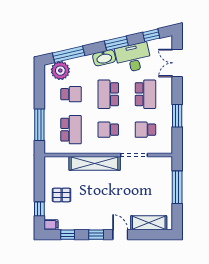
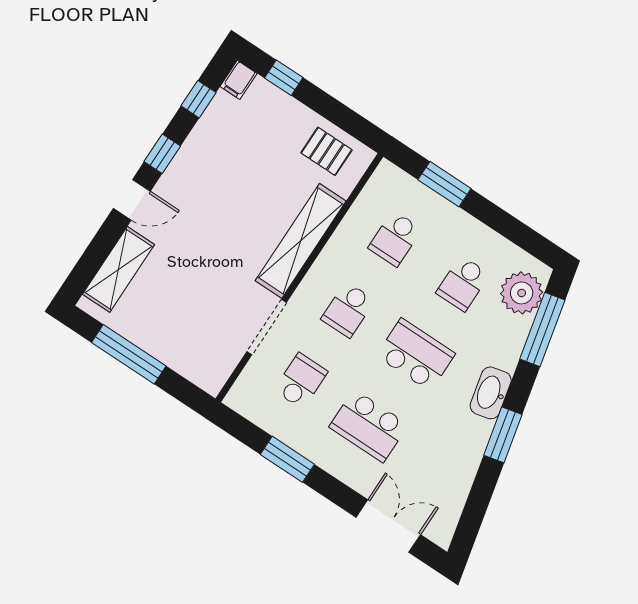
window: (151, 35) -> (474, 512), removed
desk: (133, 58) -> (454, 449), removed
window: (39, 125) -> (444, 184), width x0.69
school desk: (71, 130) -> (395, 239), width x0.54
school desk: (108, 130) -> (348, 310), turned 180
window: (177, 187) -> (129, 354), moved
pallet: (62, 195) -> (327, 151), moved, turned 90

